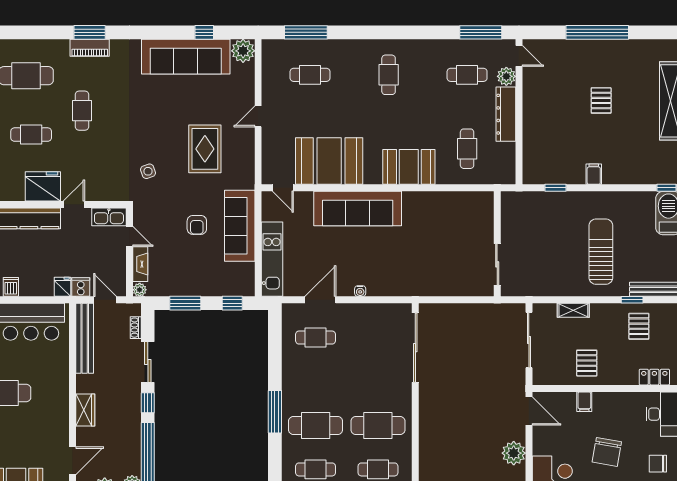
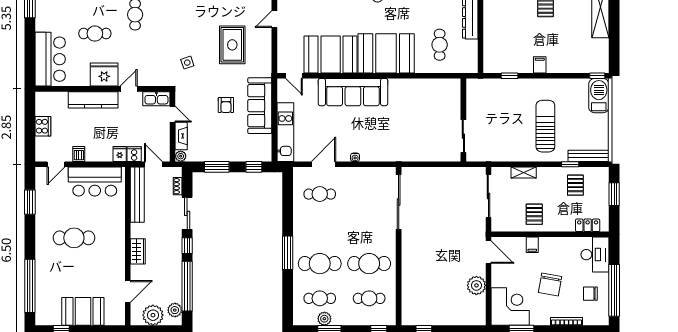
booth: (409, 167) -> (386, 53), width x1.36, depth x1.42

